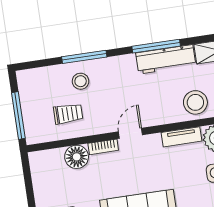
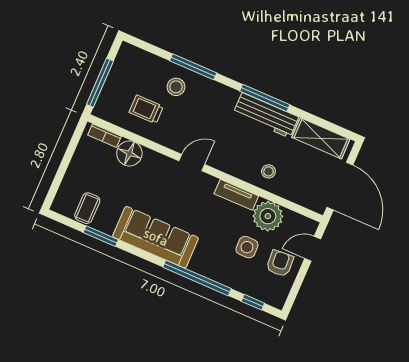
stool: (195, 102) -> (268, 171), width x0.53, depth x0.53
trolley: (68, 114) -> (146, 109), turned 180
bookcase: (103, 147) -> (105, 136), moved

